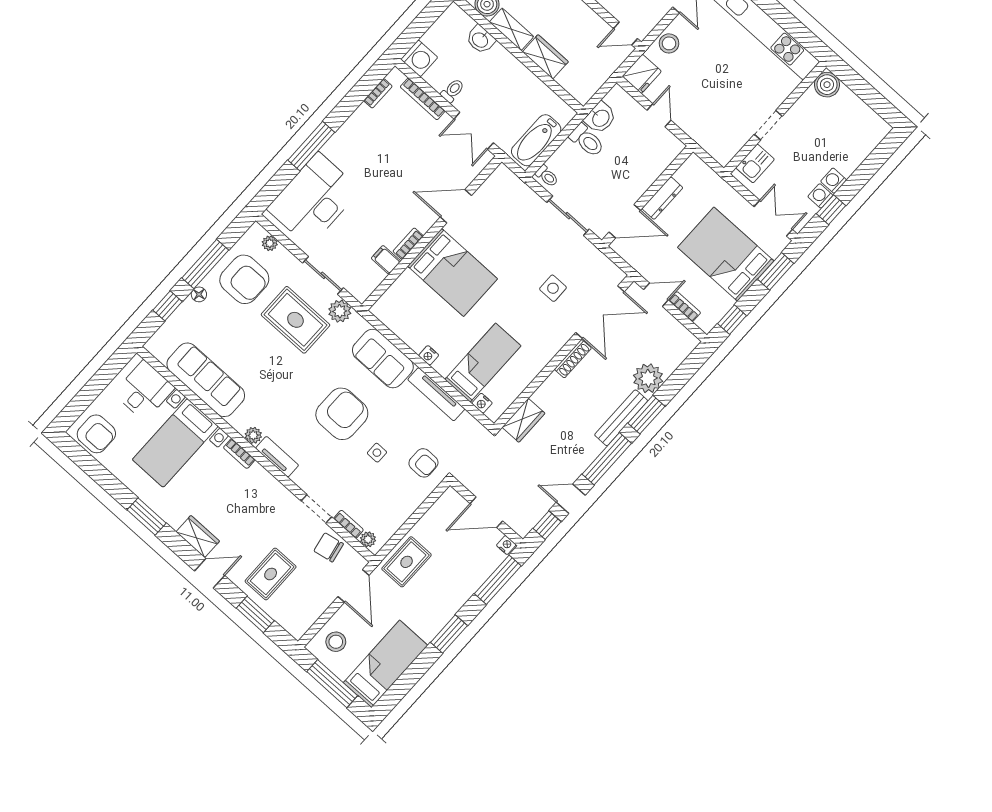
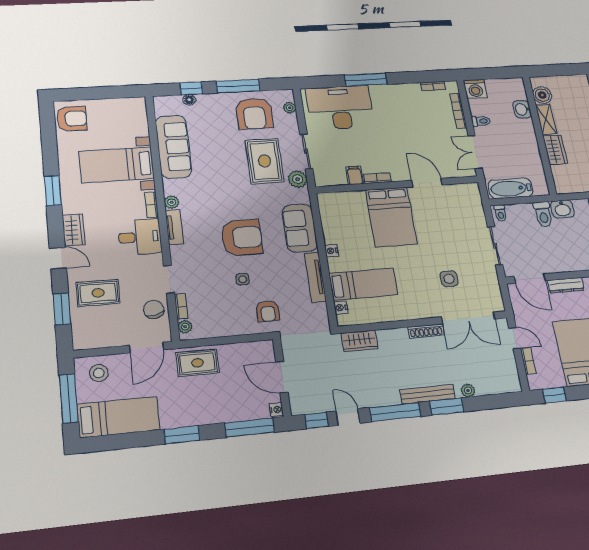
floor lamp: (199, 294) -> (189, 100), moved
plant: (648, 378) -> (468, 390), width x0.53, depth x0.53
desk: (144, 391) -> (140, 237), moved
armchair: (96, 434) -> (72, 119), turned -90

